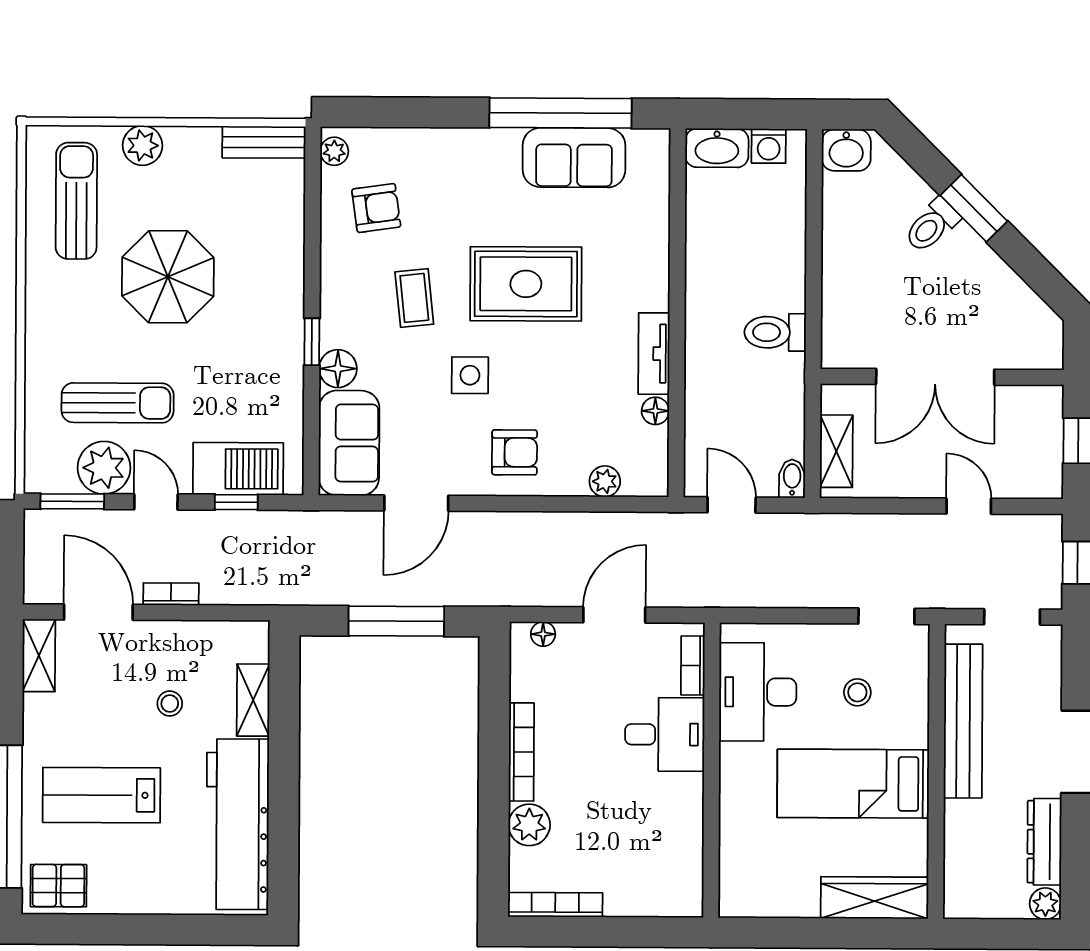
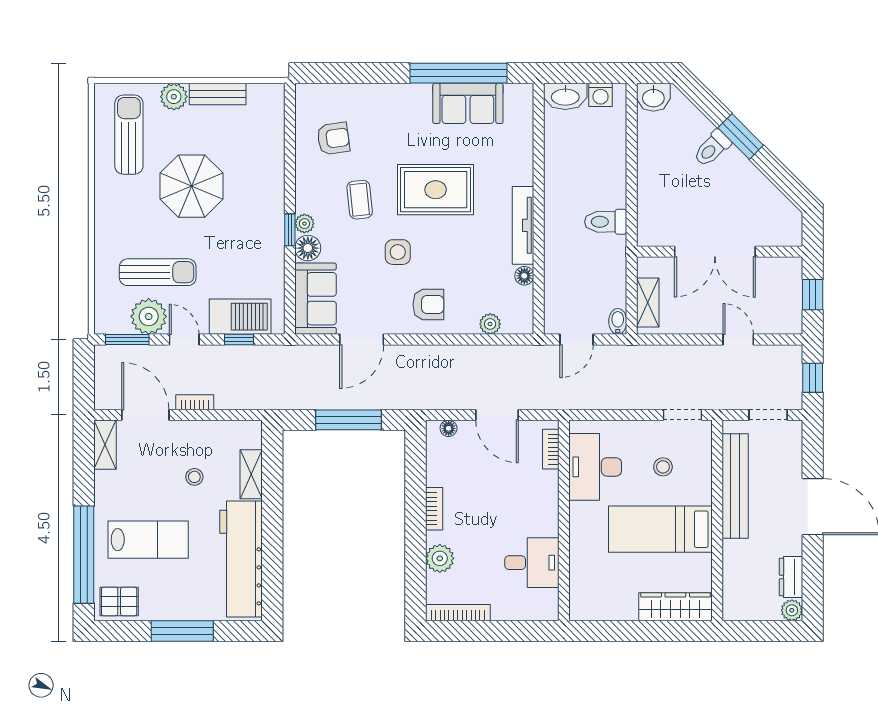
bench: (264, 142) -> (218, 94), moved
plant: (334, 151) -> (304, 224), moved
tv unit: (654, 354) -> (523, 225), width x1.41
door: (732, 505) -> (577, 340), swing flipped
door: (614, 615) -> (497, 415), swing flipped
desk: (665, 734) -> (532, 563), moved
bookcase: (521, 752) -> (434, 509), width x0.64
lab bench: (101, 795) -> (148, 540), turned 180
dresser: (1044, 842) -> (791, 577), width x0.70
window: (151, 930) -> (182, 631), added

